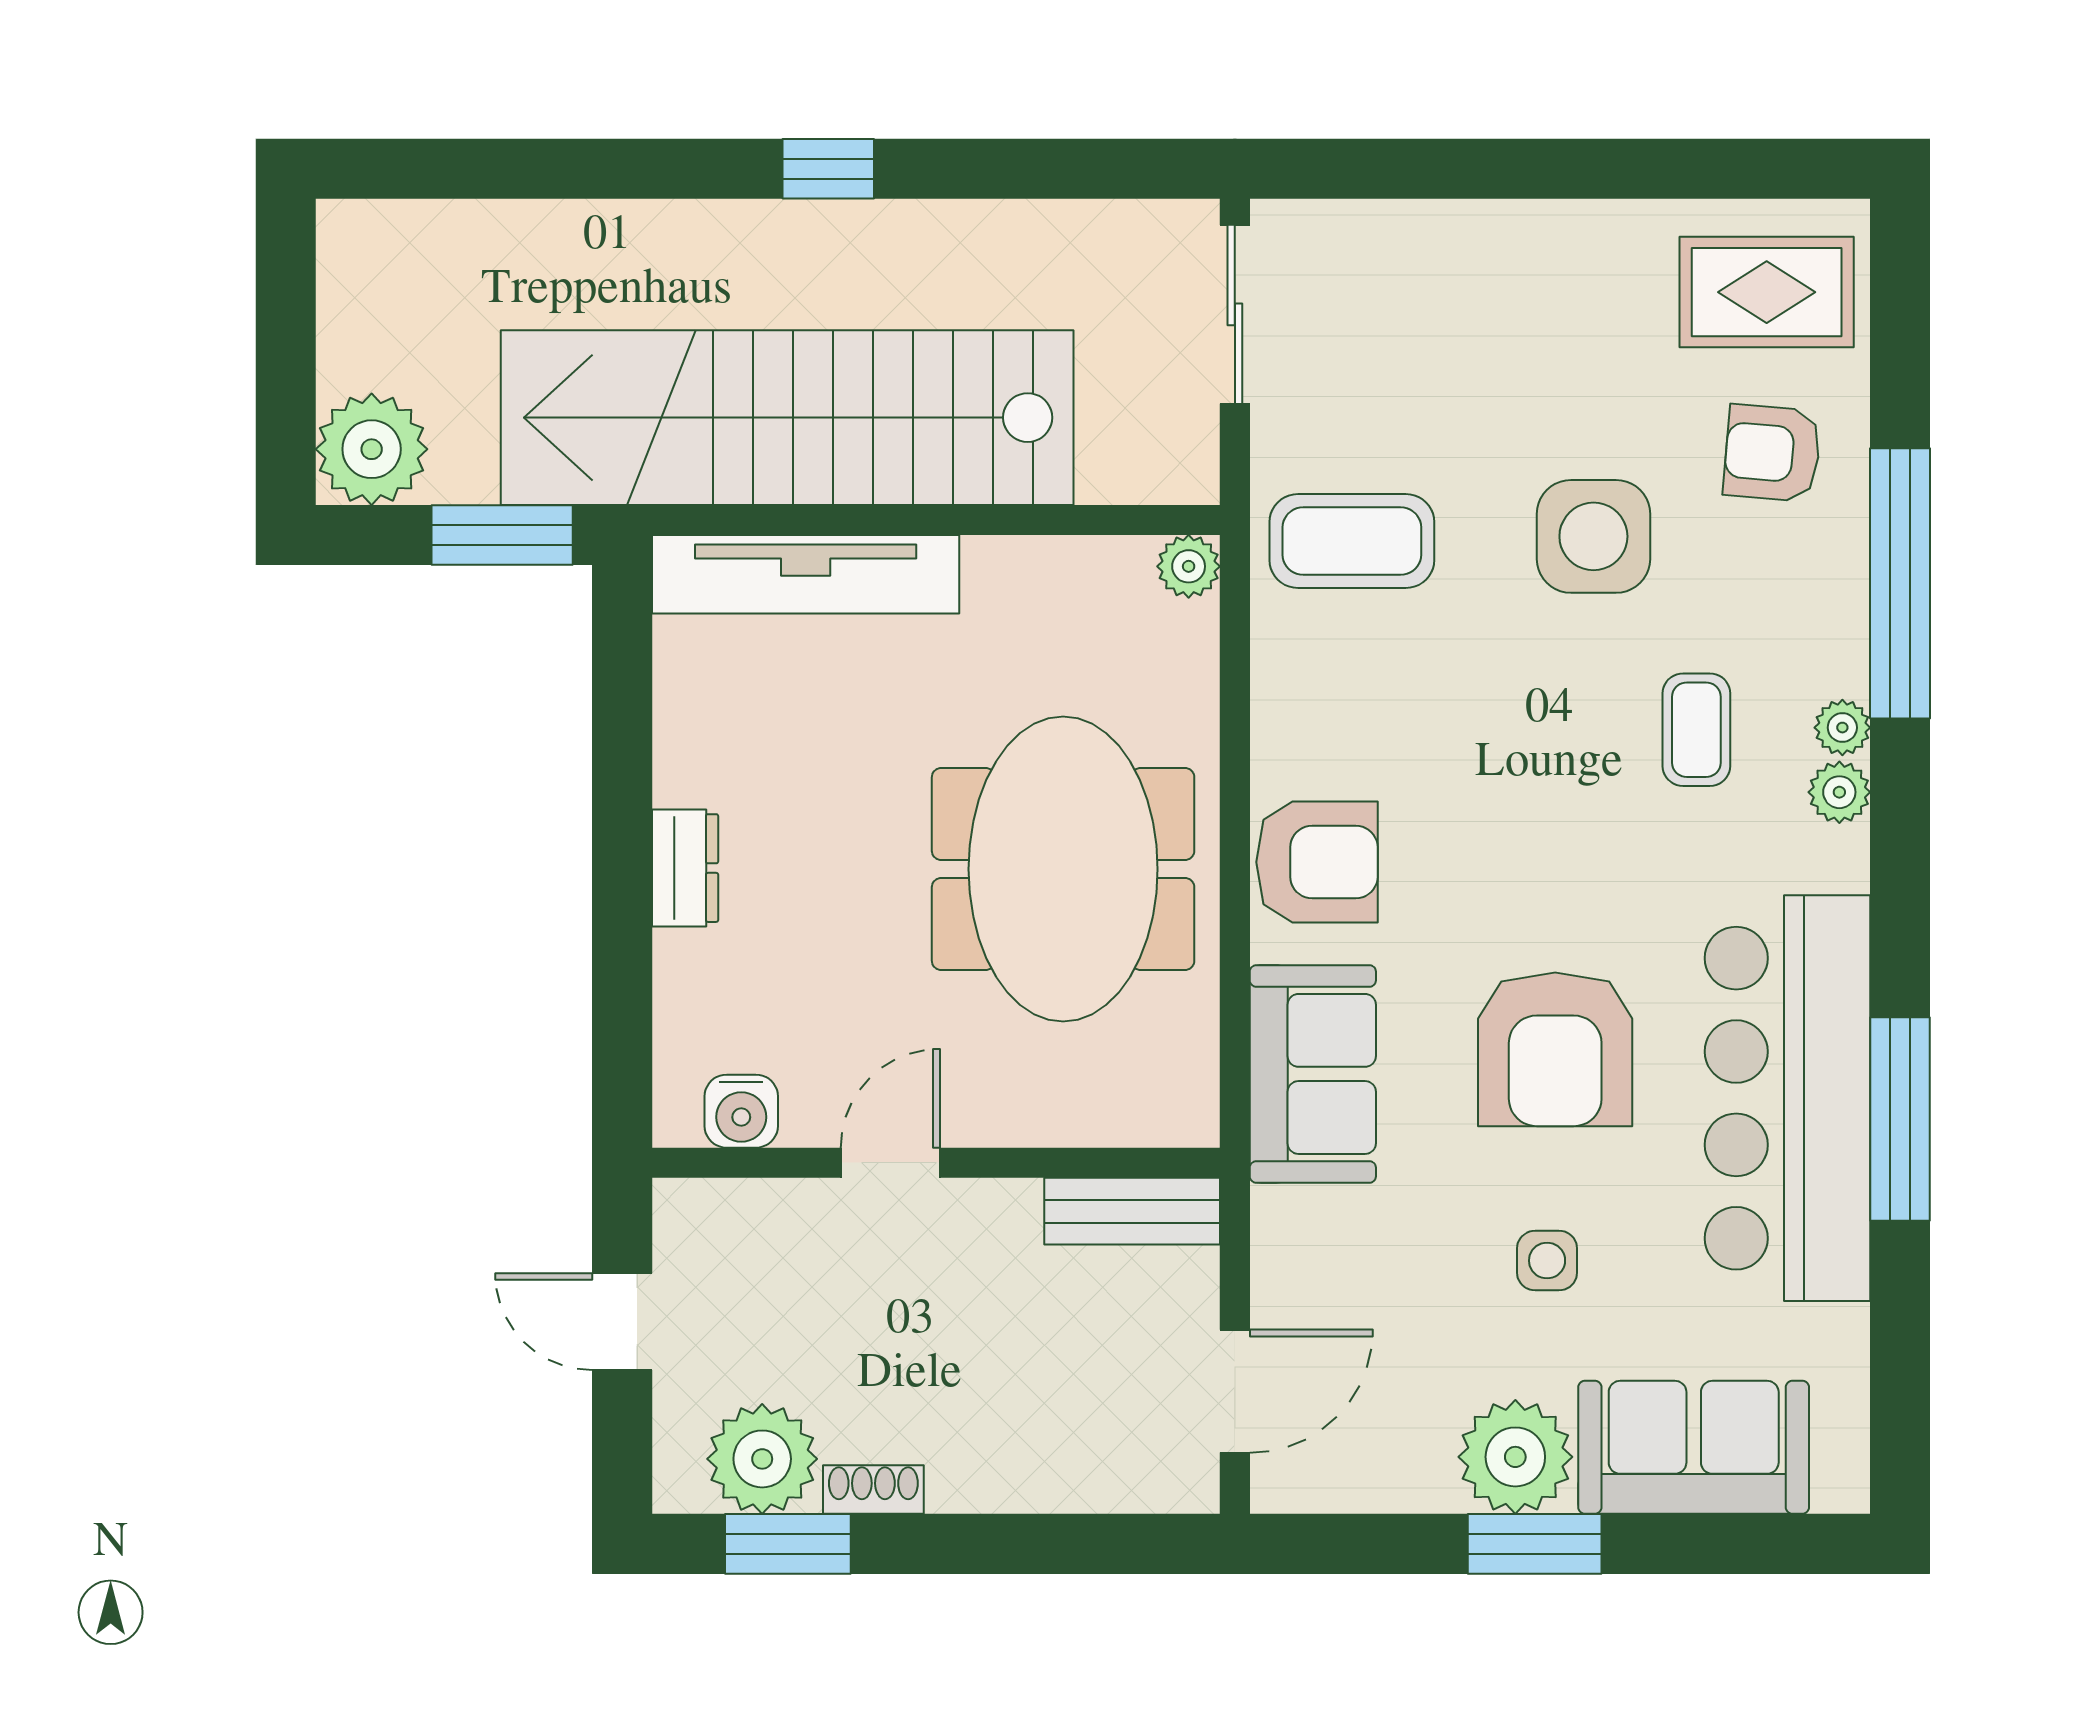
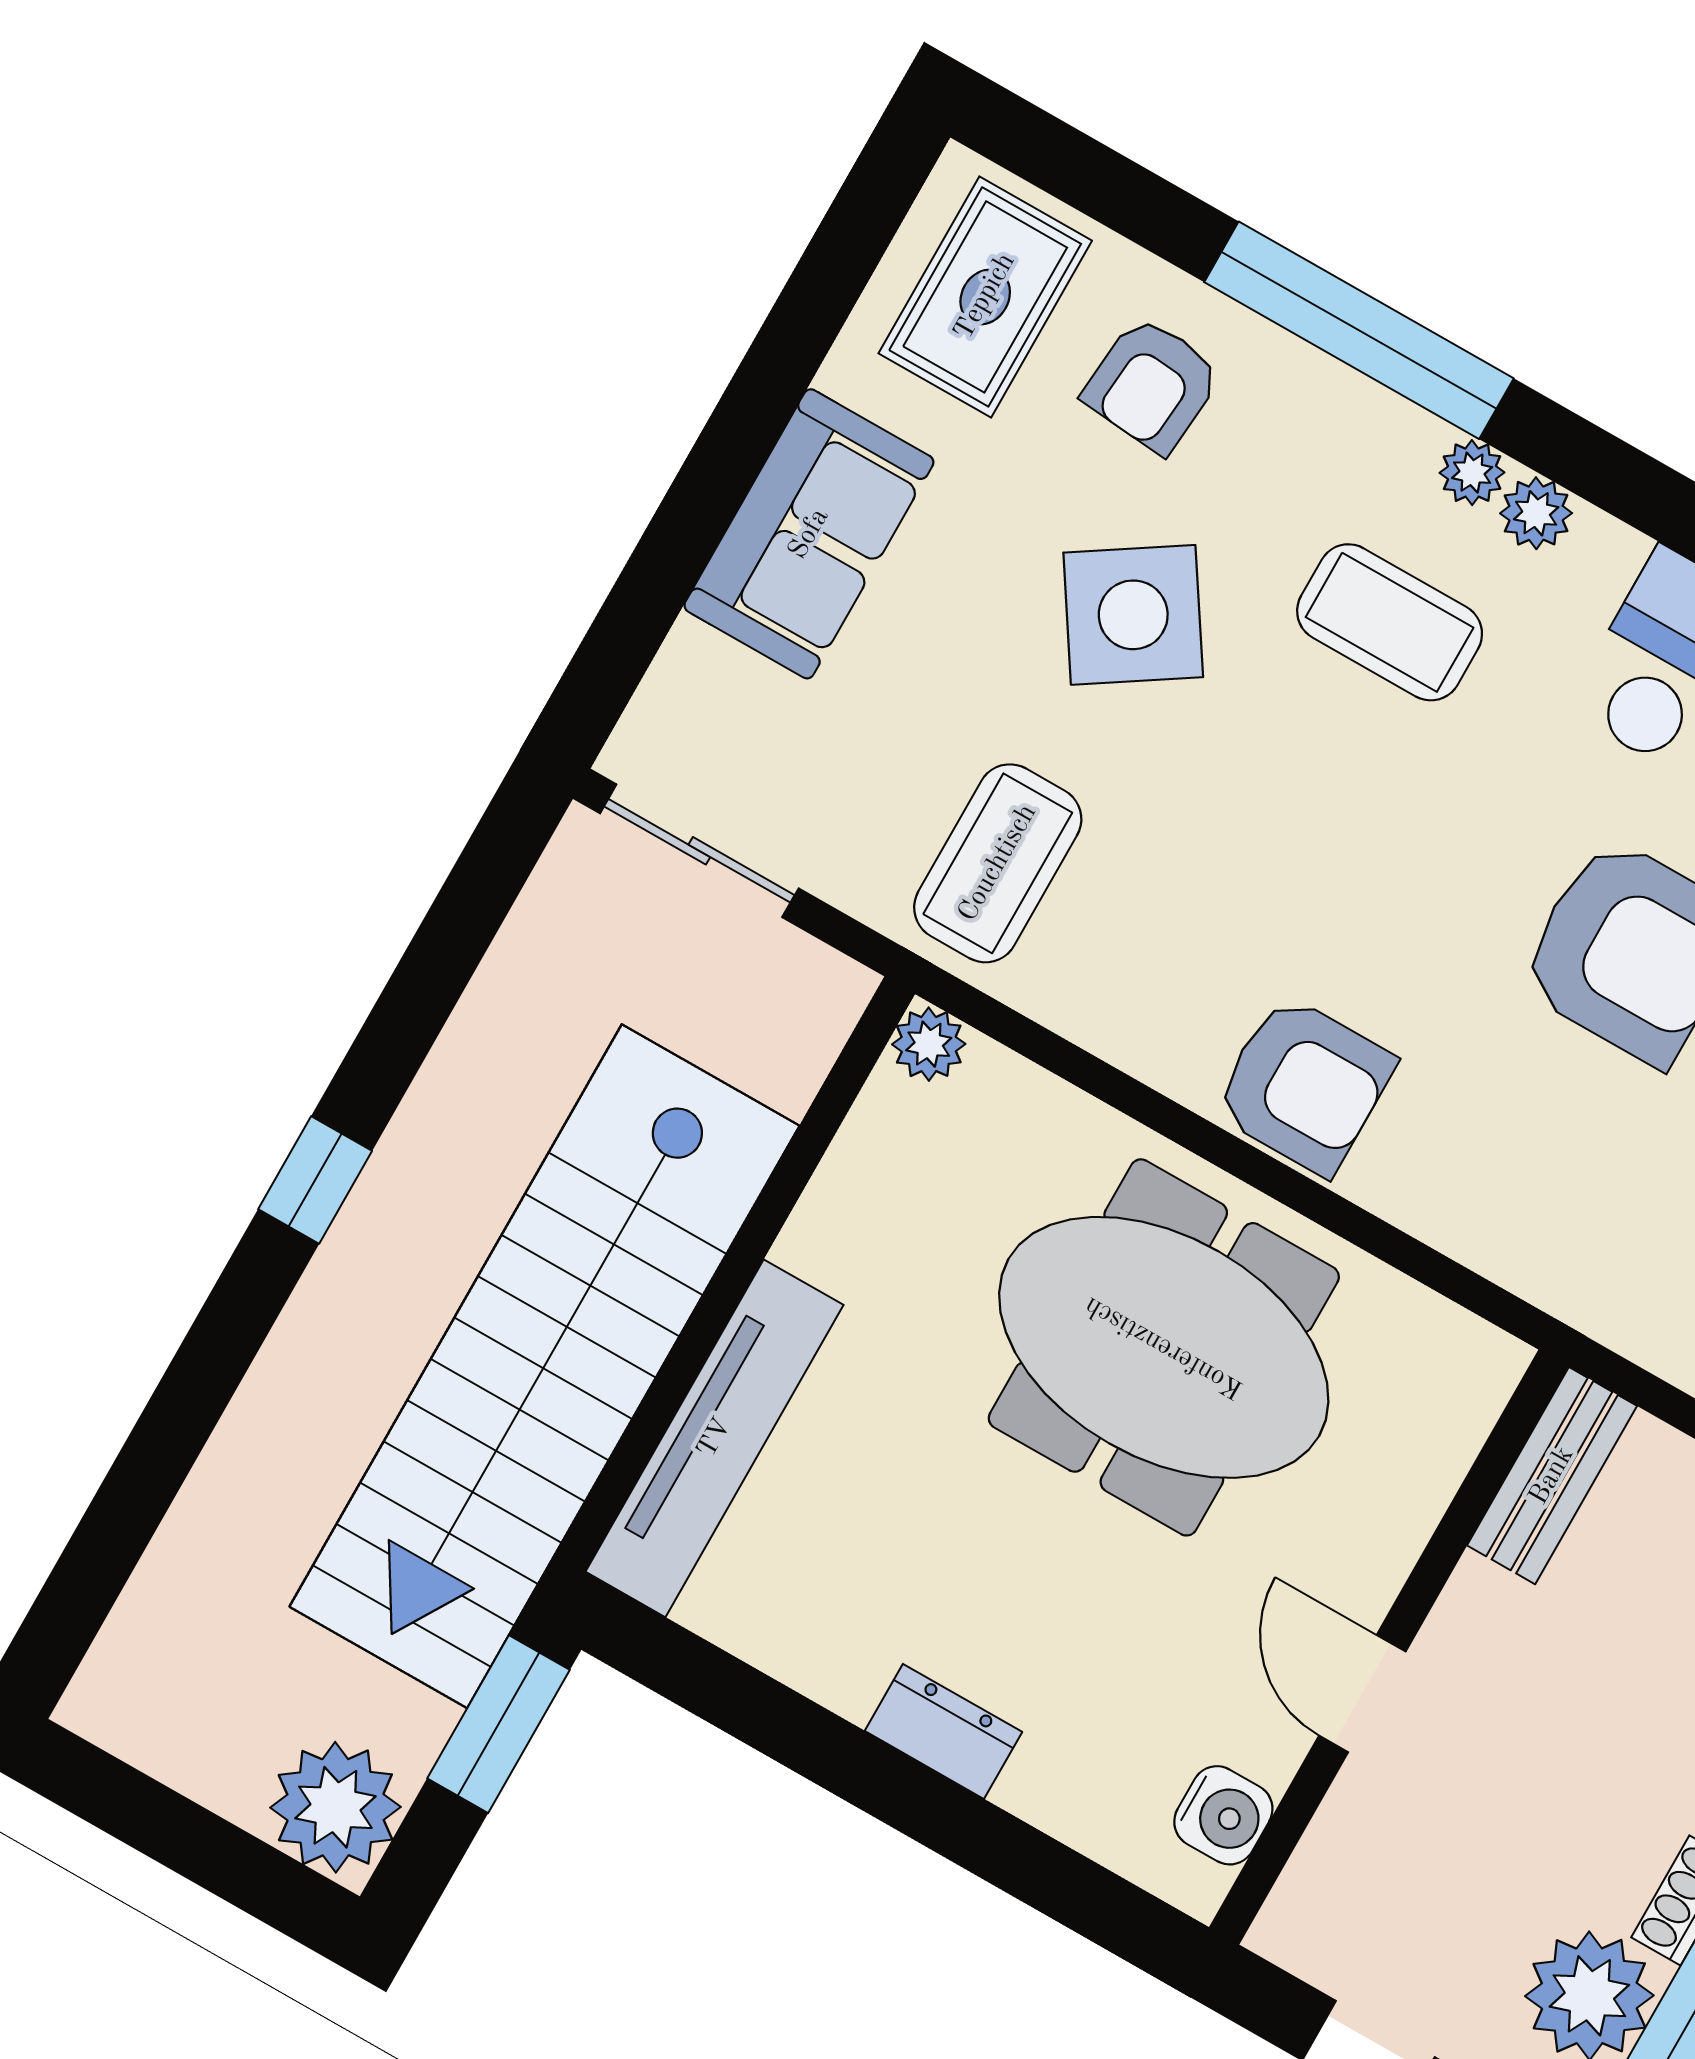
side table: (1593, 536) -> (1133, 615), turned -33
coffee table: (1696, 730) -> (1390, 622), width x1.36, depth x1.30
armchair: (1317, 862) -> (1304, 1085), turned 90
sofa: (1313, 1074) -> (809, 534), moved, turned 90

